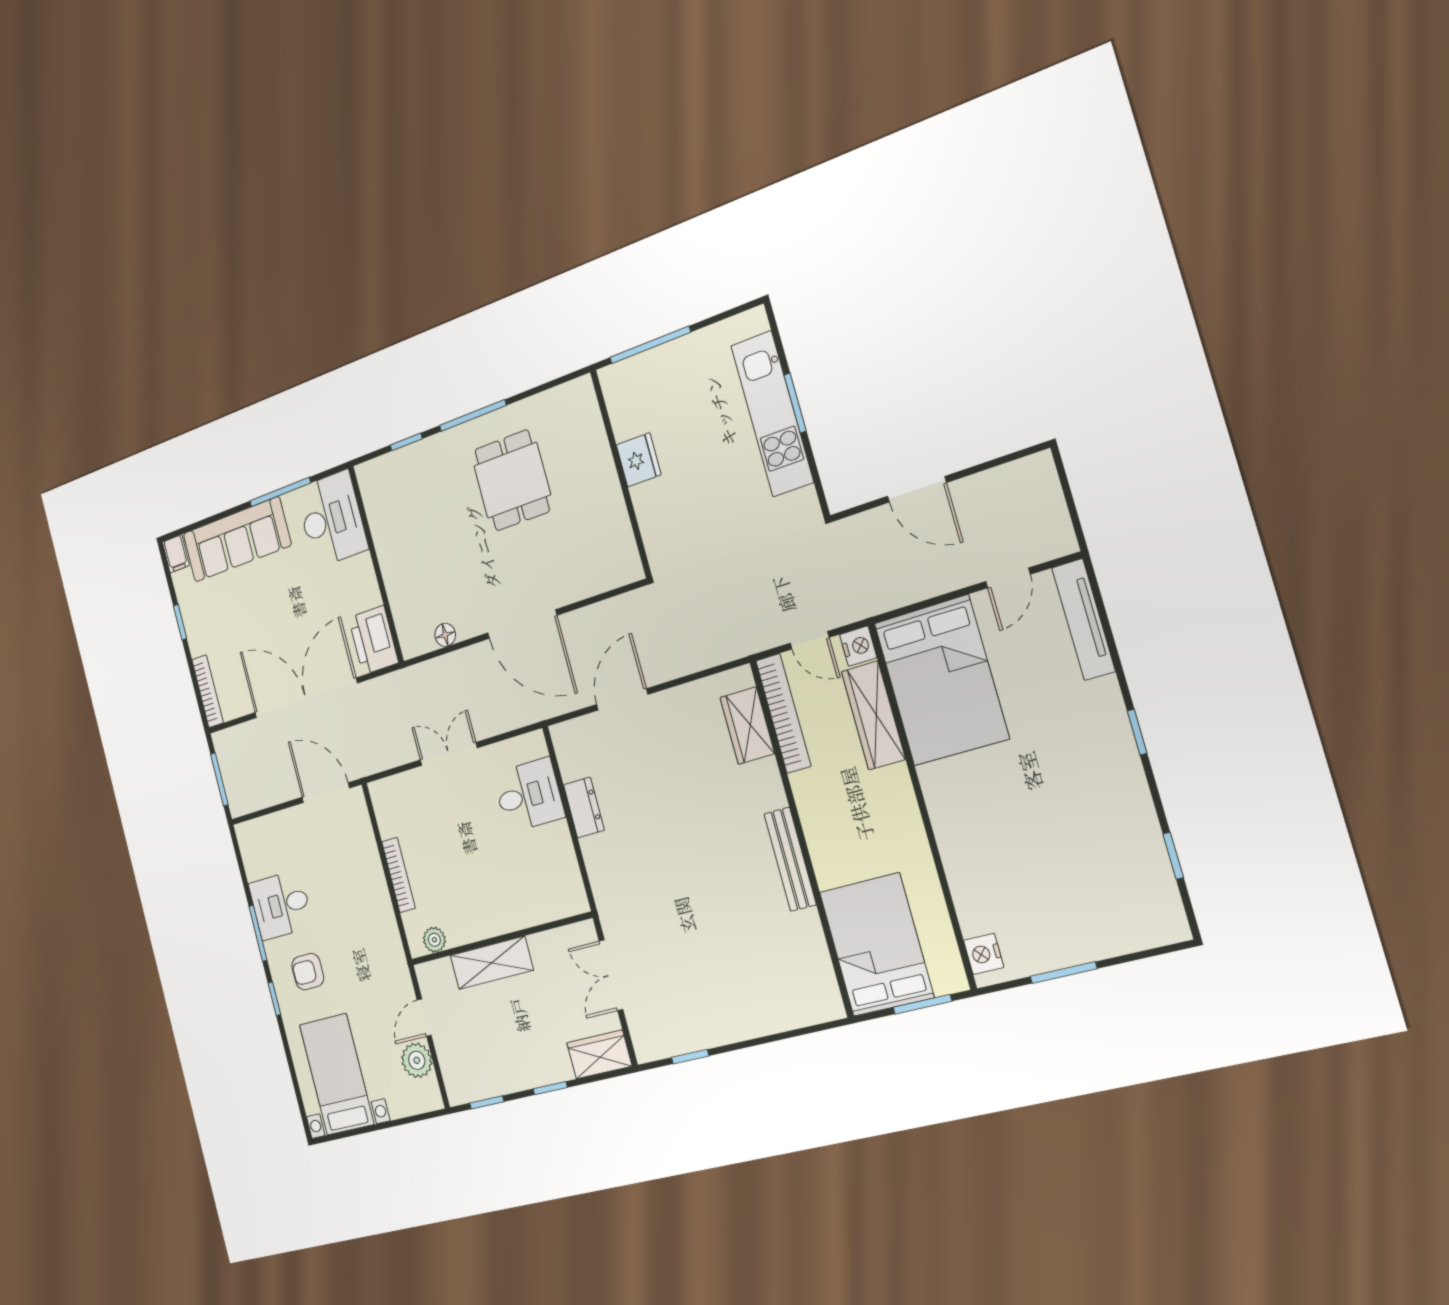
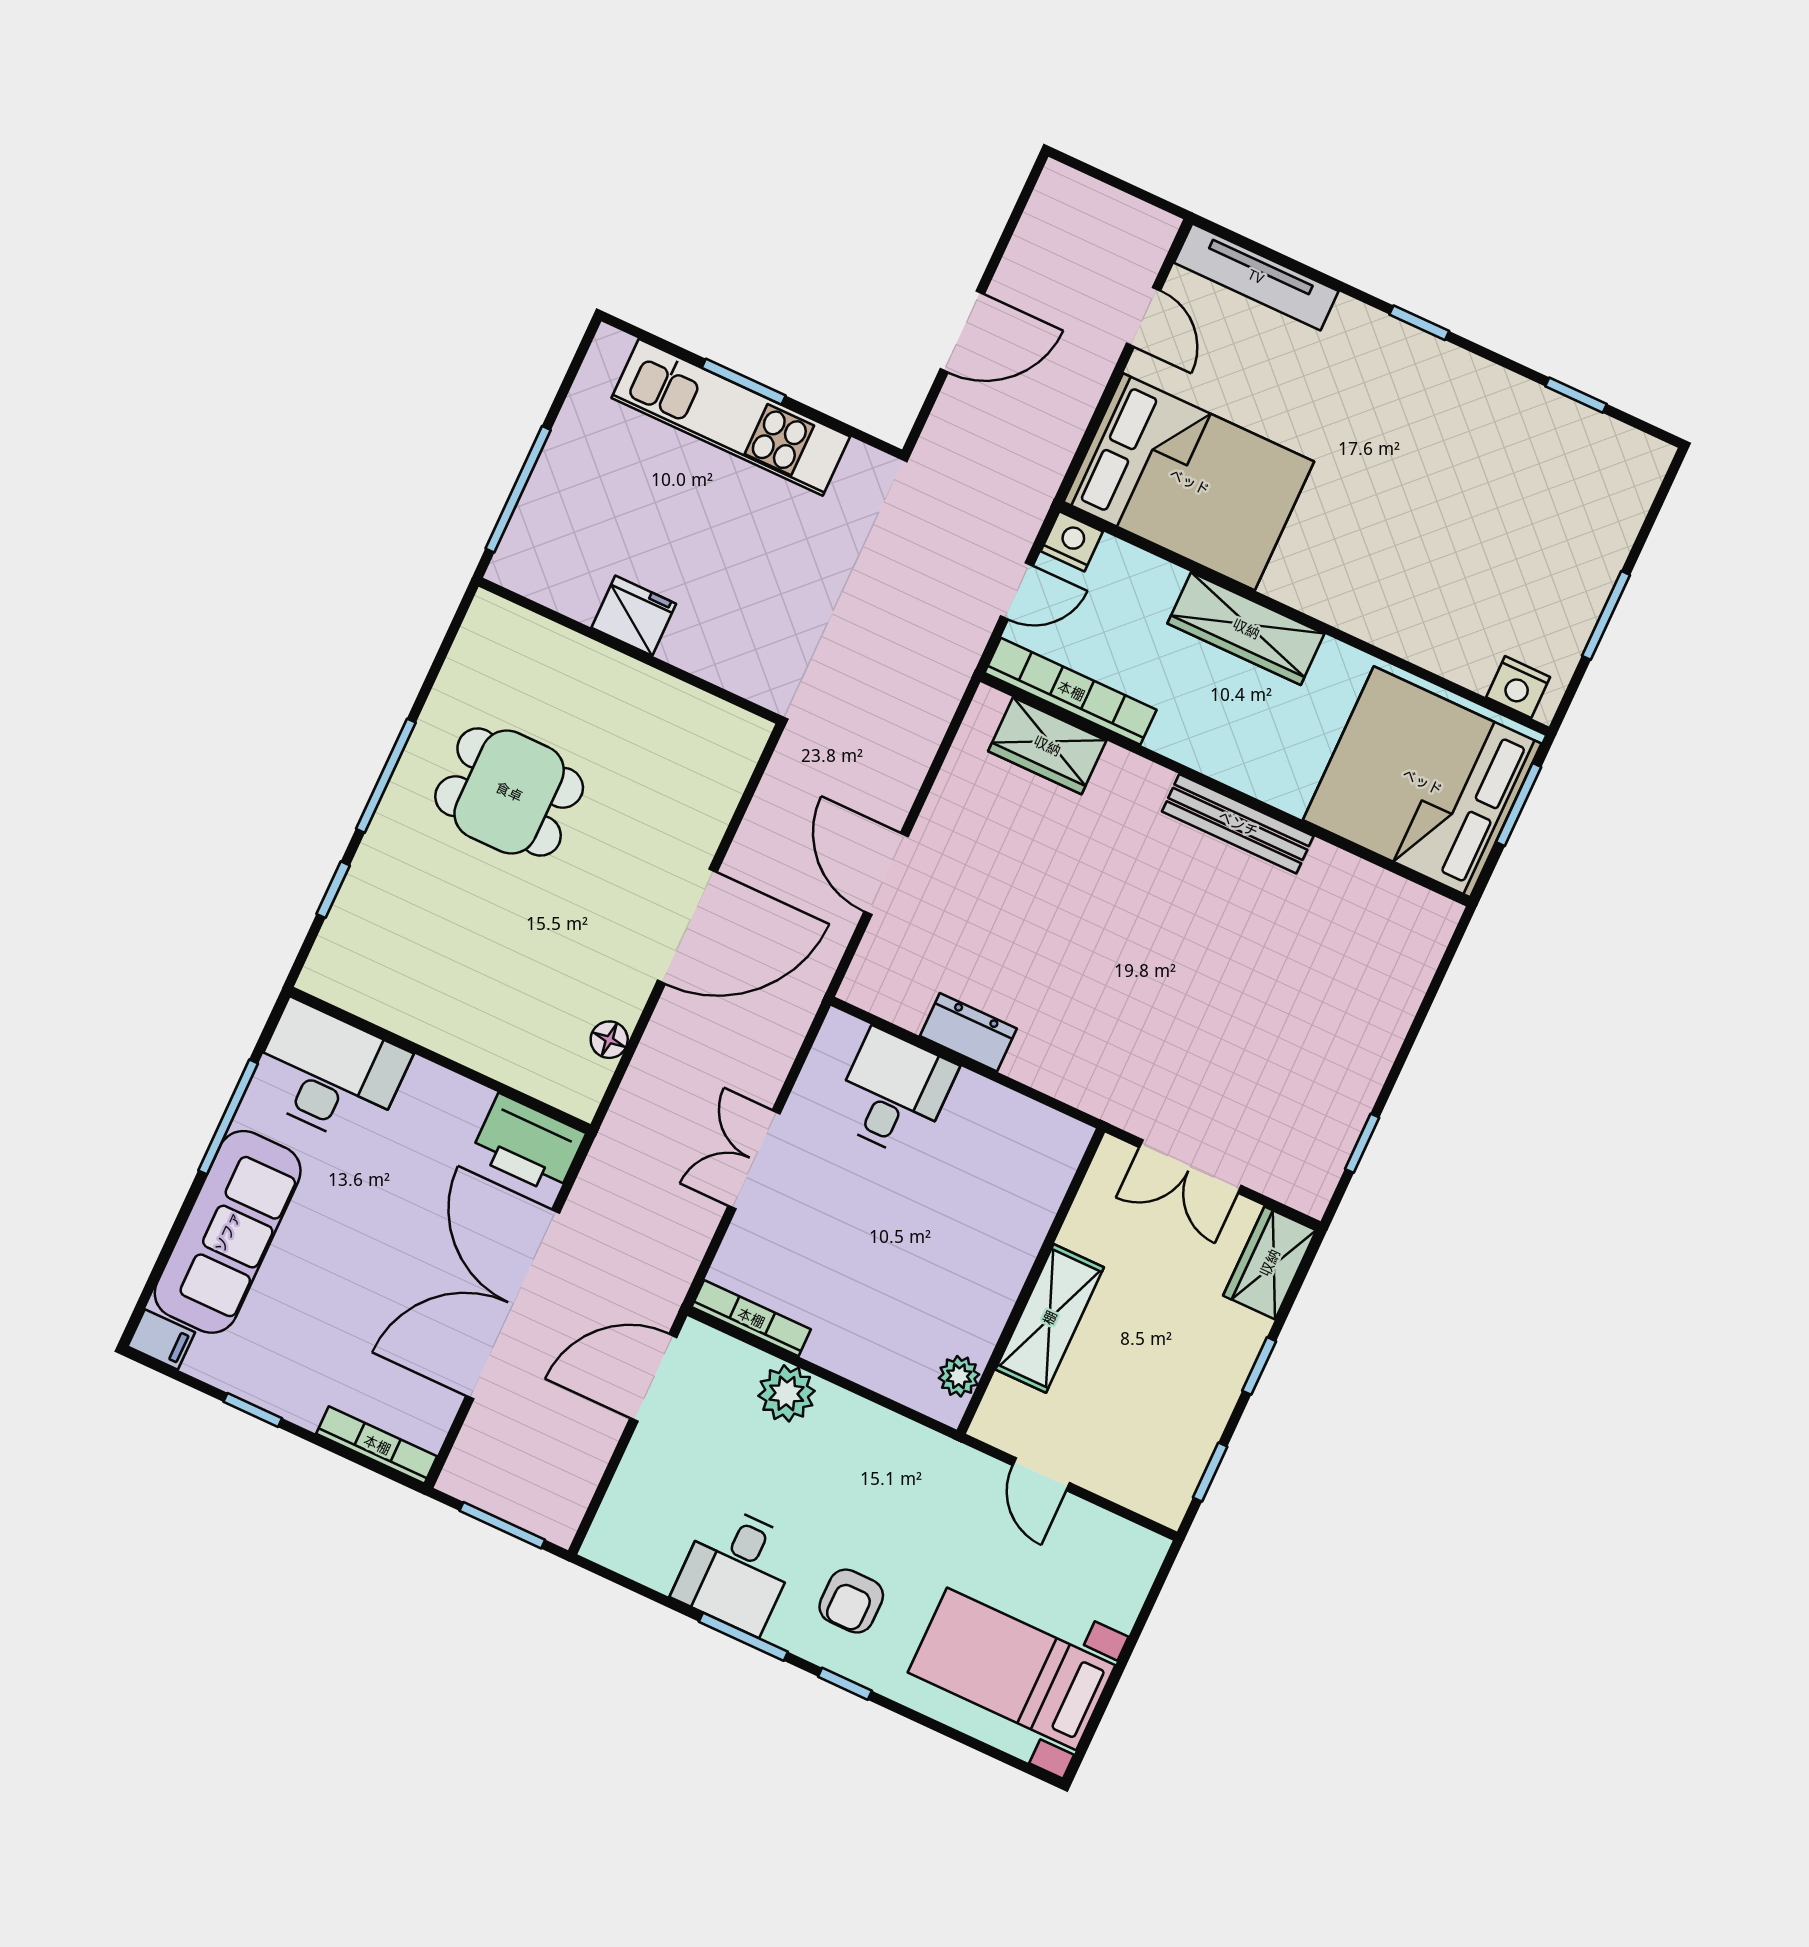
wardrobe: (873, 715) -> (1246, 629), moved
bookcase: (399, 875) -> (751, 1318), moved
bed: (876, 945) -> (1422, 782), width x1.36
plant: (417, 1060) -> (787, 1393), moved

